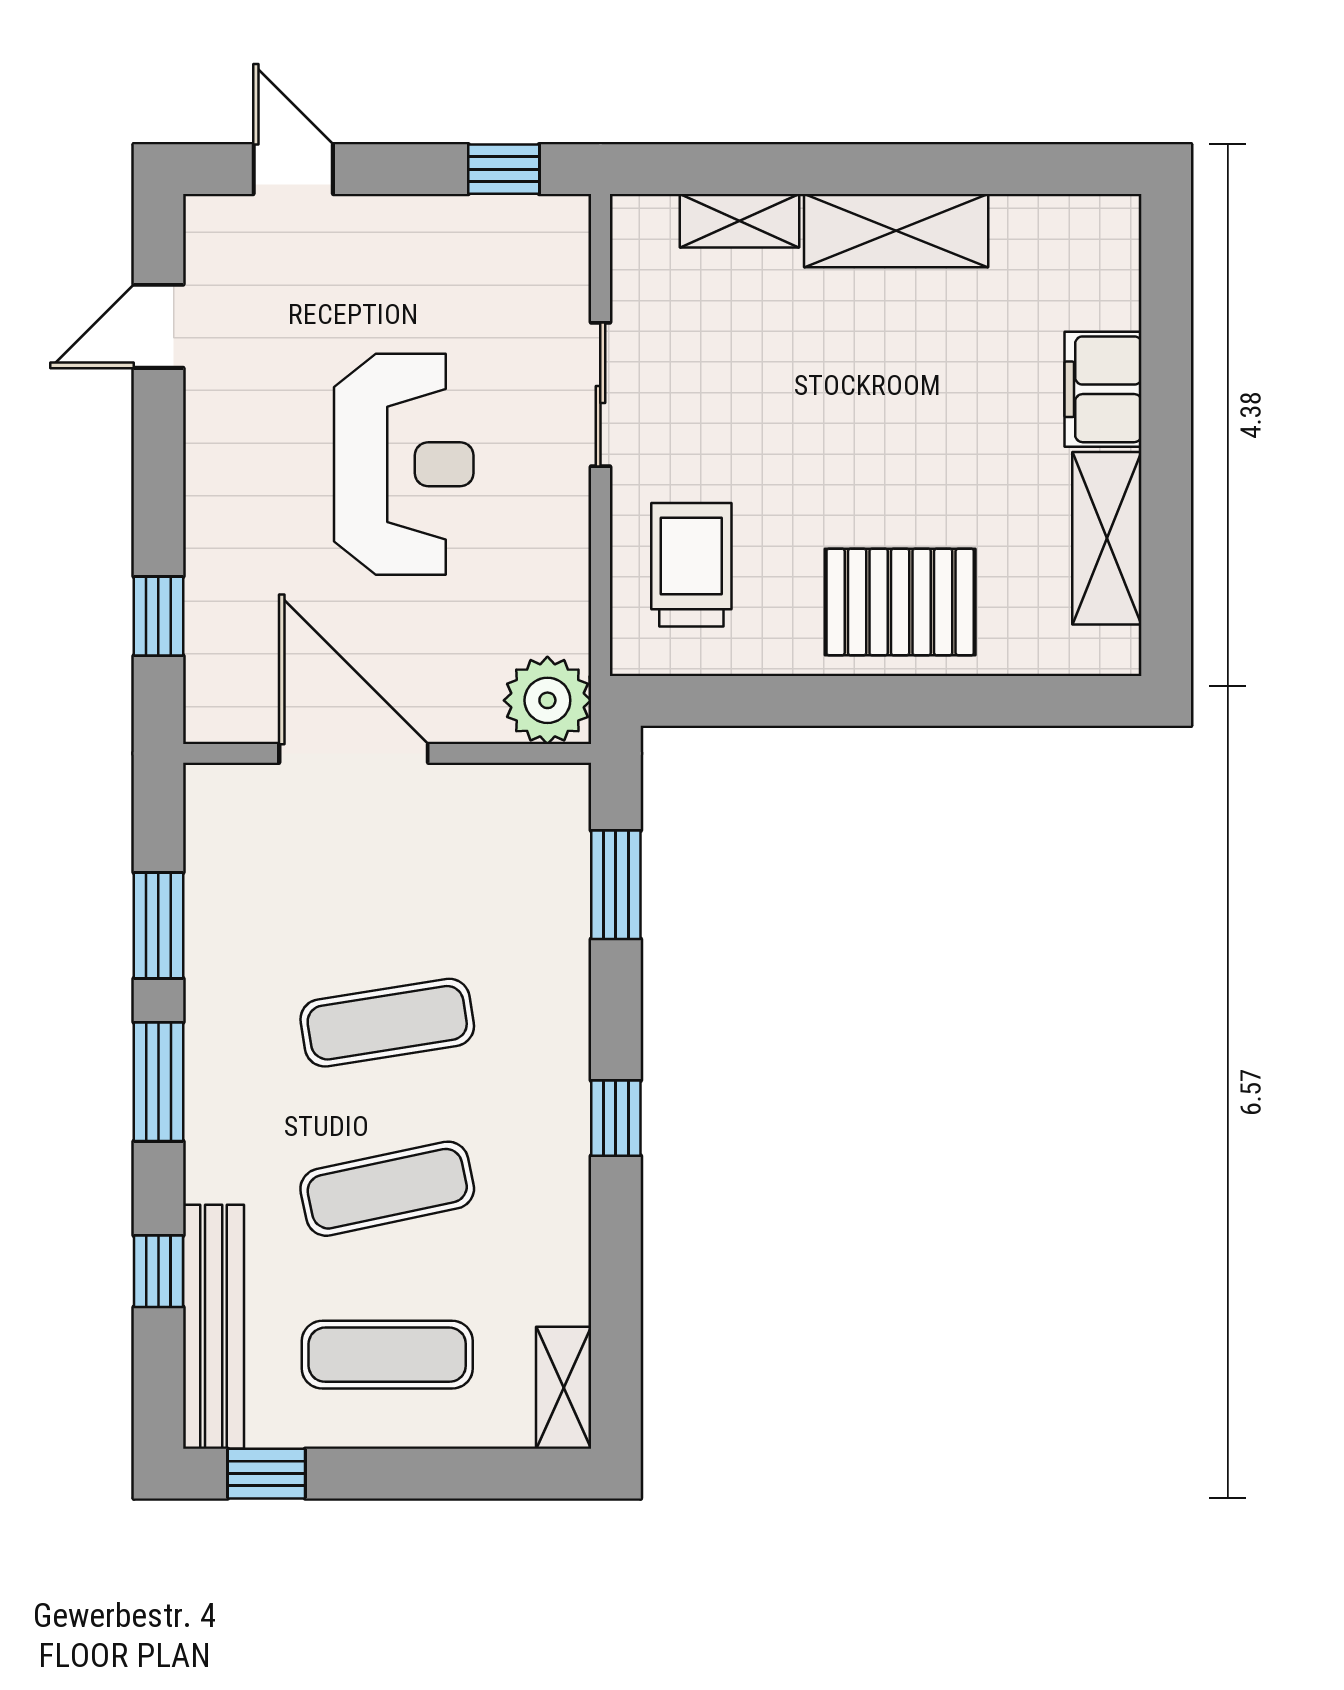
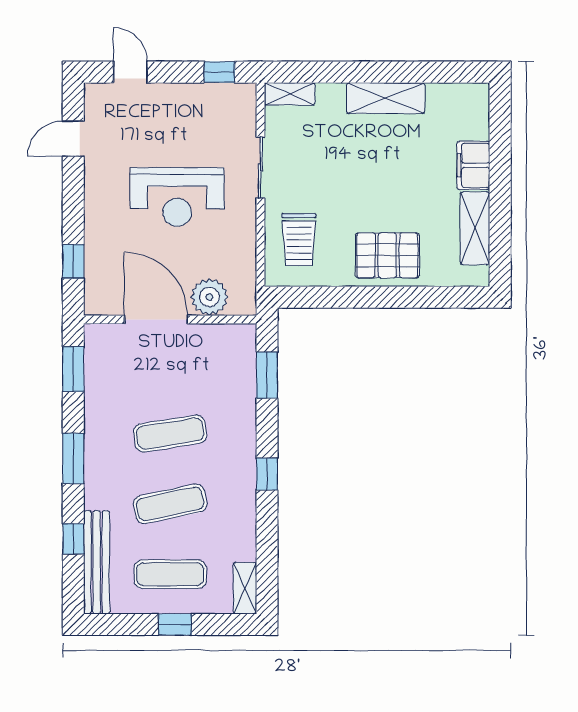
shelving: (740, 221) -> (290, 94), moved
reception desk: (404, 464) -> (177, 197), turned 90
trolley: (691, 565) -> (299, 240), turned 180
plant: (547, 700) -> (209, 297), moved
window: (158, 925) -> (73, 369), moved
window: (266, 1474) -> (175, 625), moved

